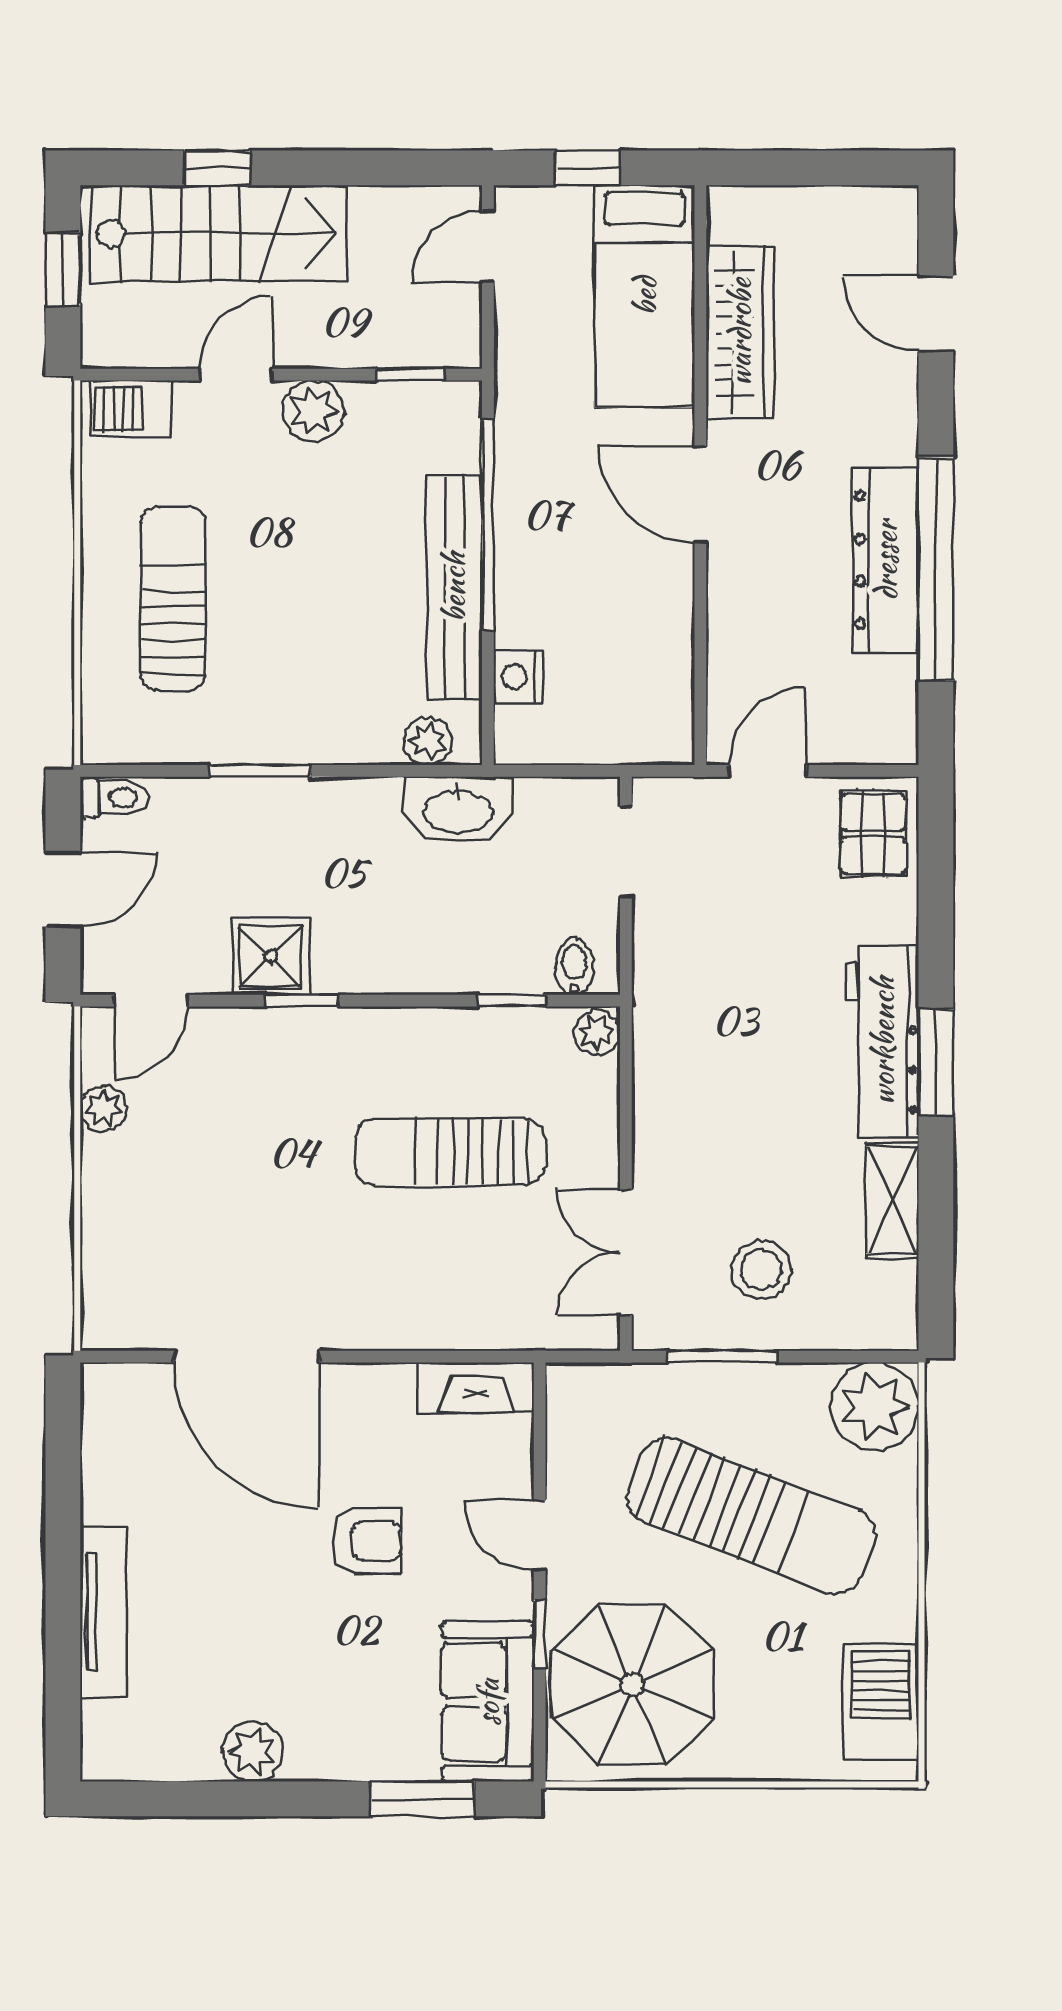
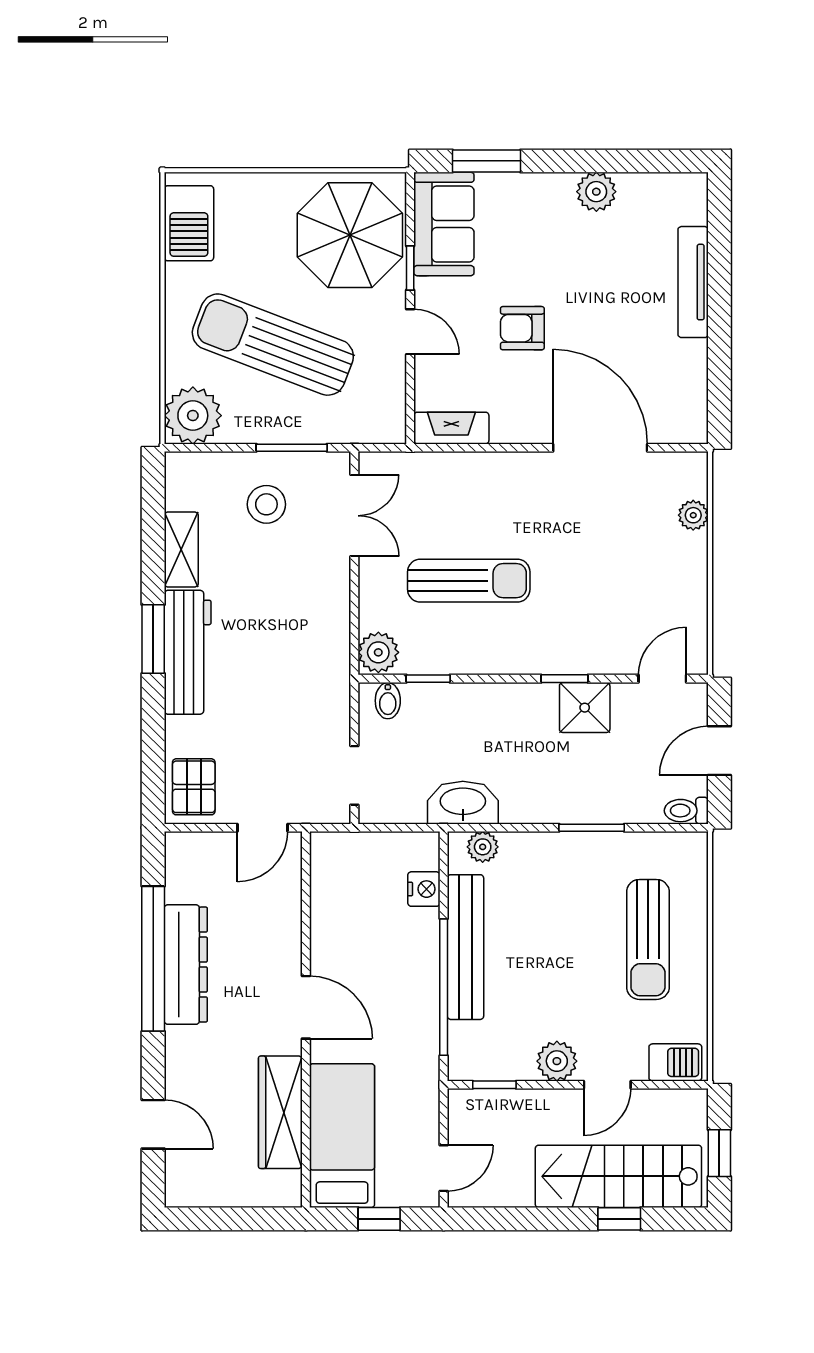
plant: (597, 1033) -> (378, 652), width x1.38, depth x1.38
plant: (103, 1108) -> (693, 515), moved

